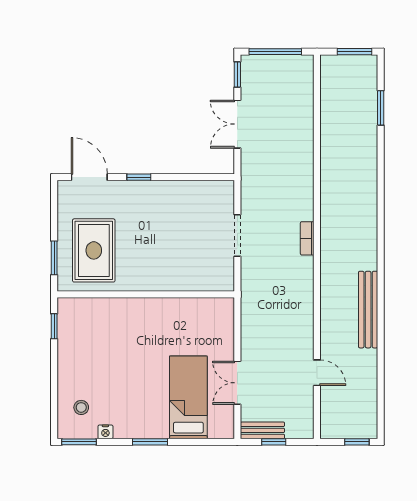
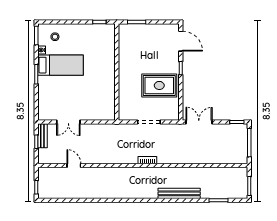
double door: (237, 124) -> (199, 122), moved
door: (89, 177) -> (181, 41), hinge flipped
rug: (94, 250) -> (159, 85), moved
bench: (368, 310) -> (179, 193), moved
door: (317, 373) -> (74, 165), swing flipped
double door: (237, 383) -> (68, 122), swing flipped
bed: (188, 397) -> (60, 65), moved

